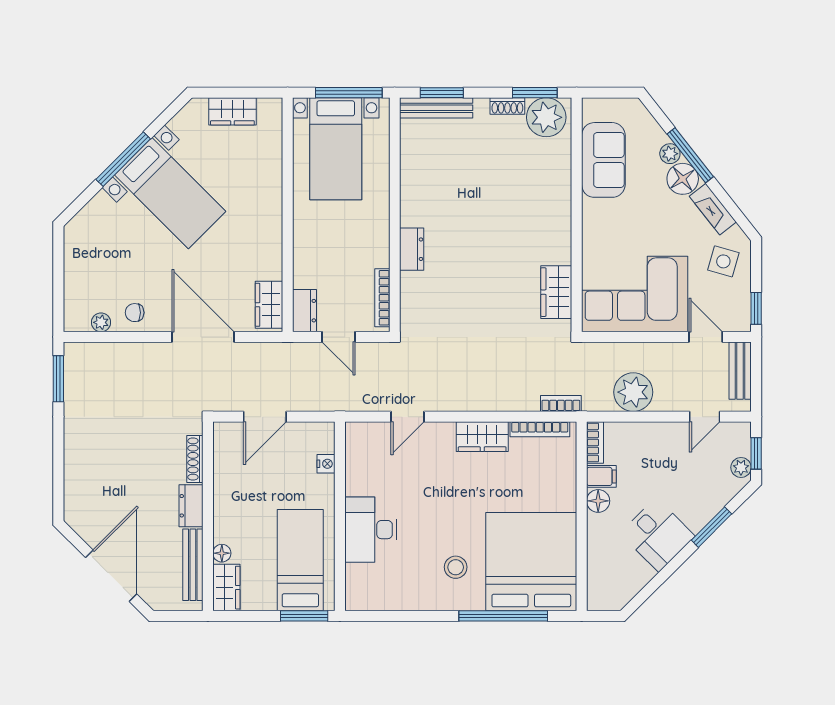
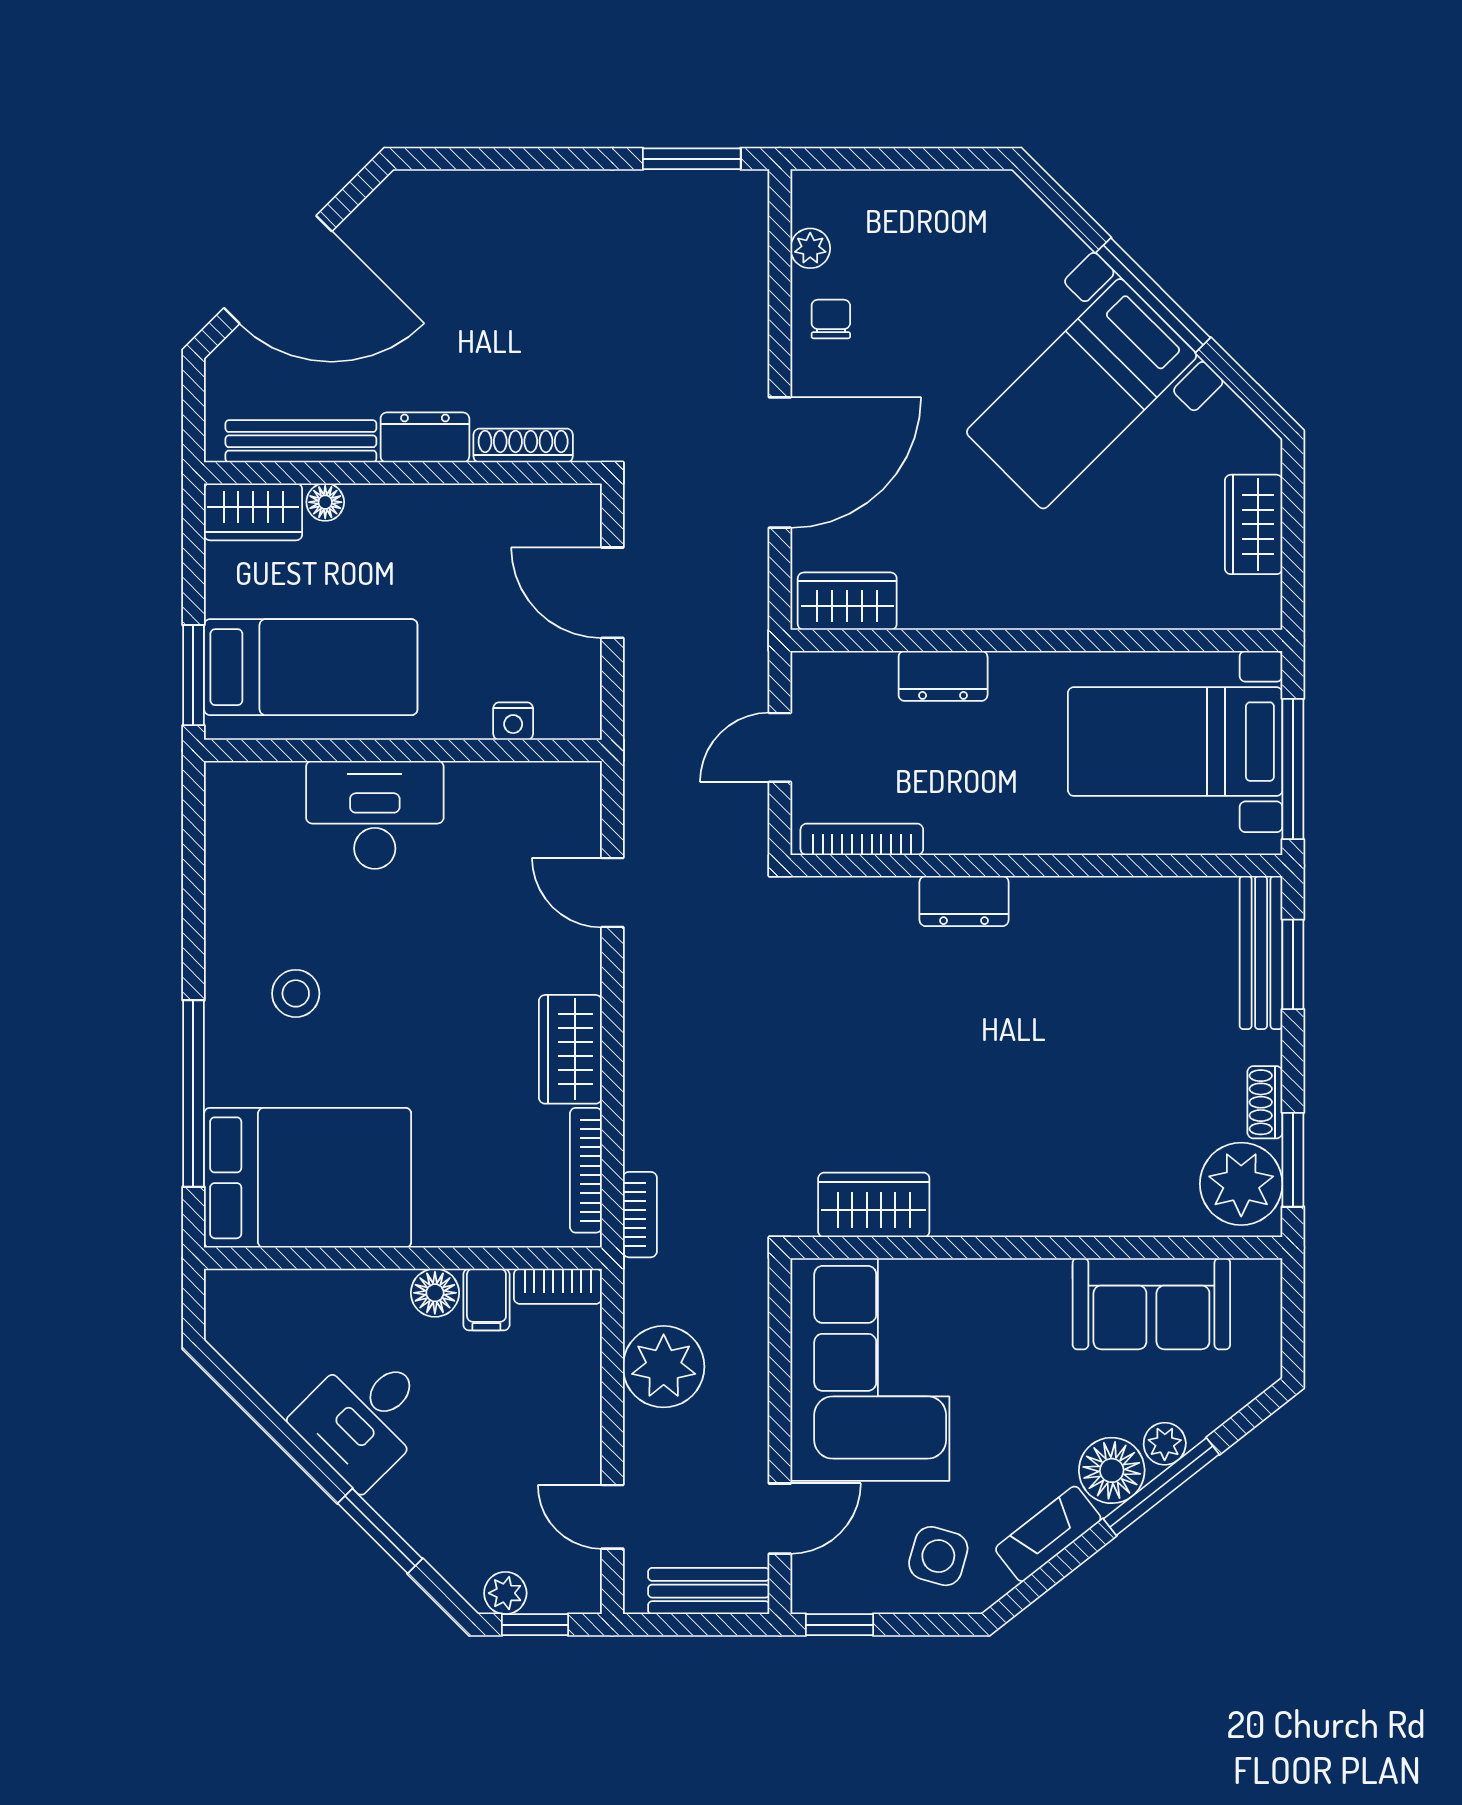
dresser: (304, 311) -> (943, 676), moved
bed: (531, 562) -> (308, 1178), width x0.73

